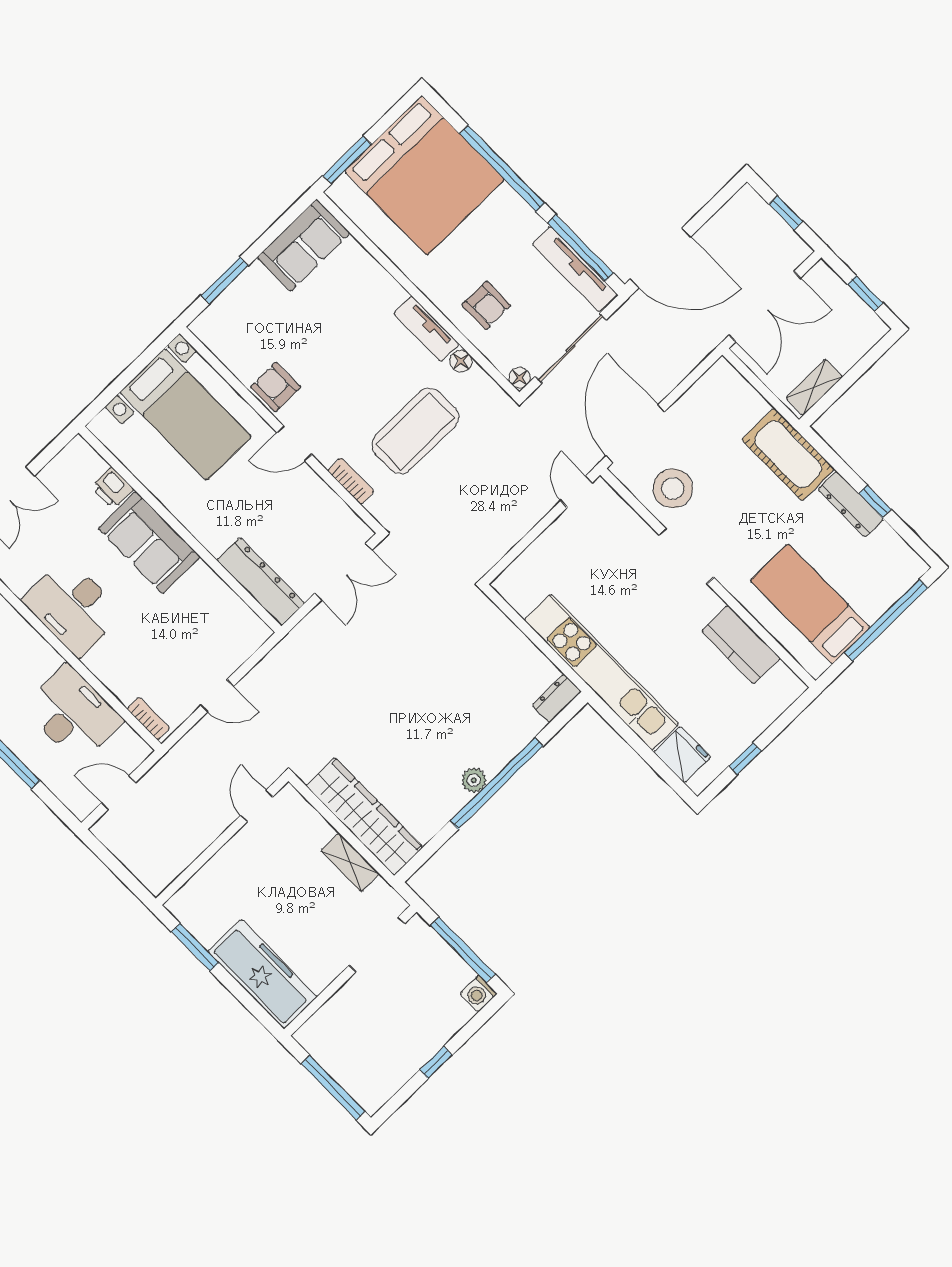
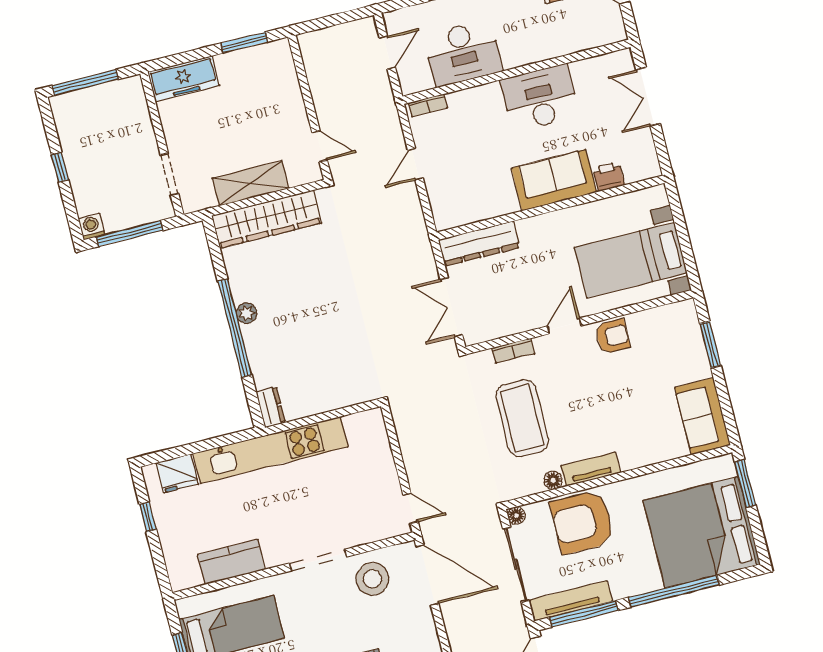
armchair: (486, 305) -> (582, 522), width x1.88, depth x1.88
shelving: (350, 862) -> (251, 183), width x1.50, depth x1.33
doorway: (377, 944) -> (169, 174), width x0.73
freezer: (263, 974) -> (184, 79), width x0.73, depth x0.79

